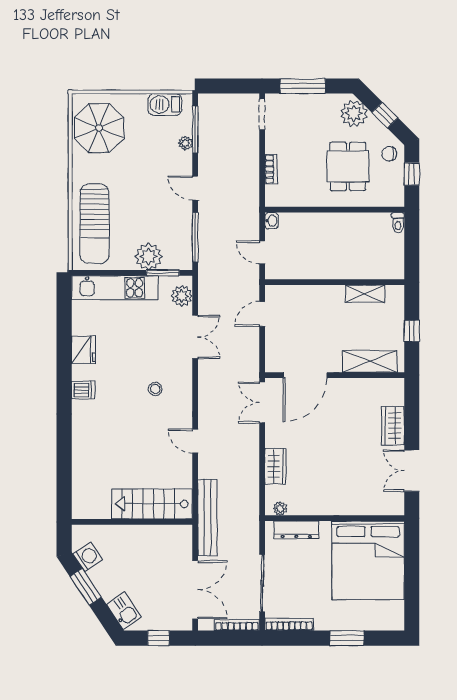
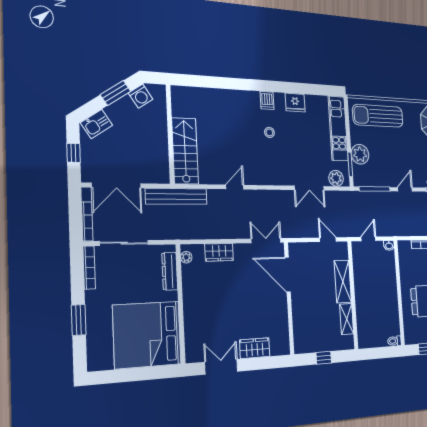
shelving: (370, 361) -> (343, 281), moved
stool: (155, 389) -> (269, 132), moved

